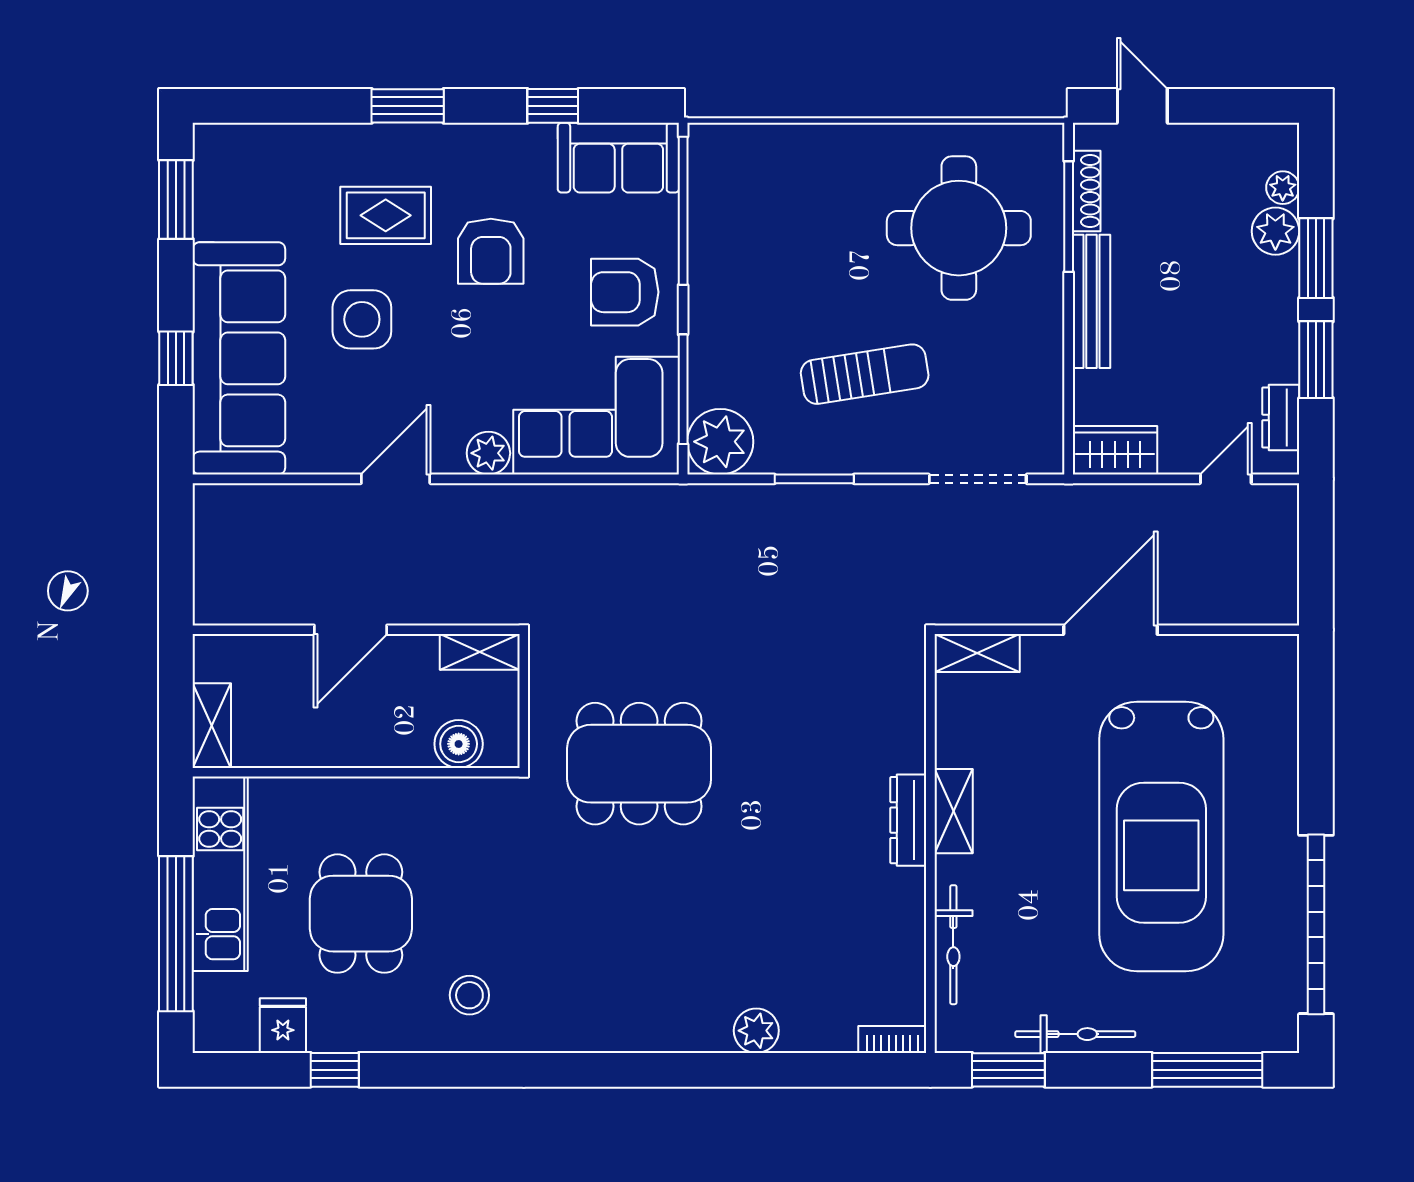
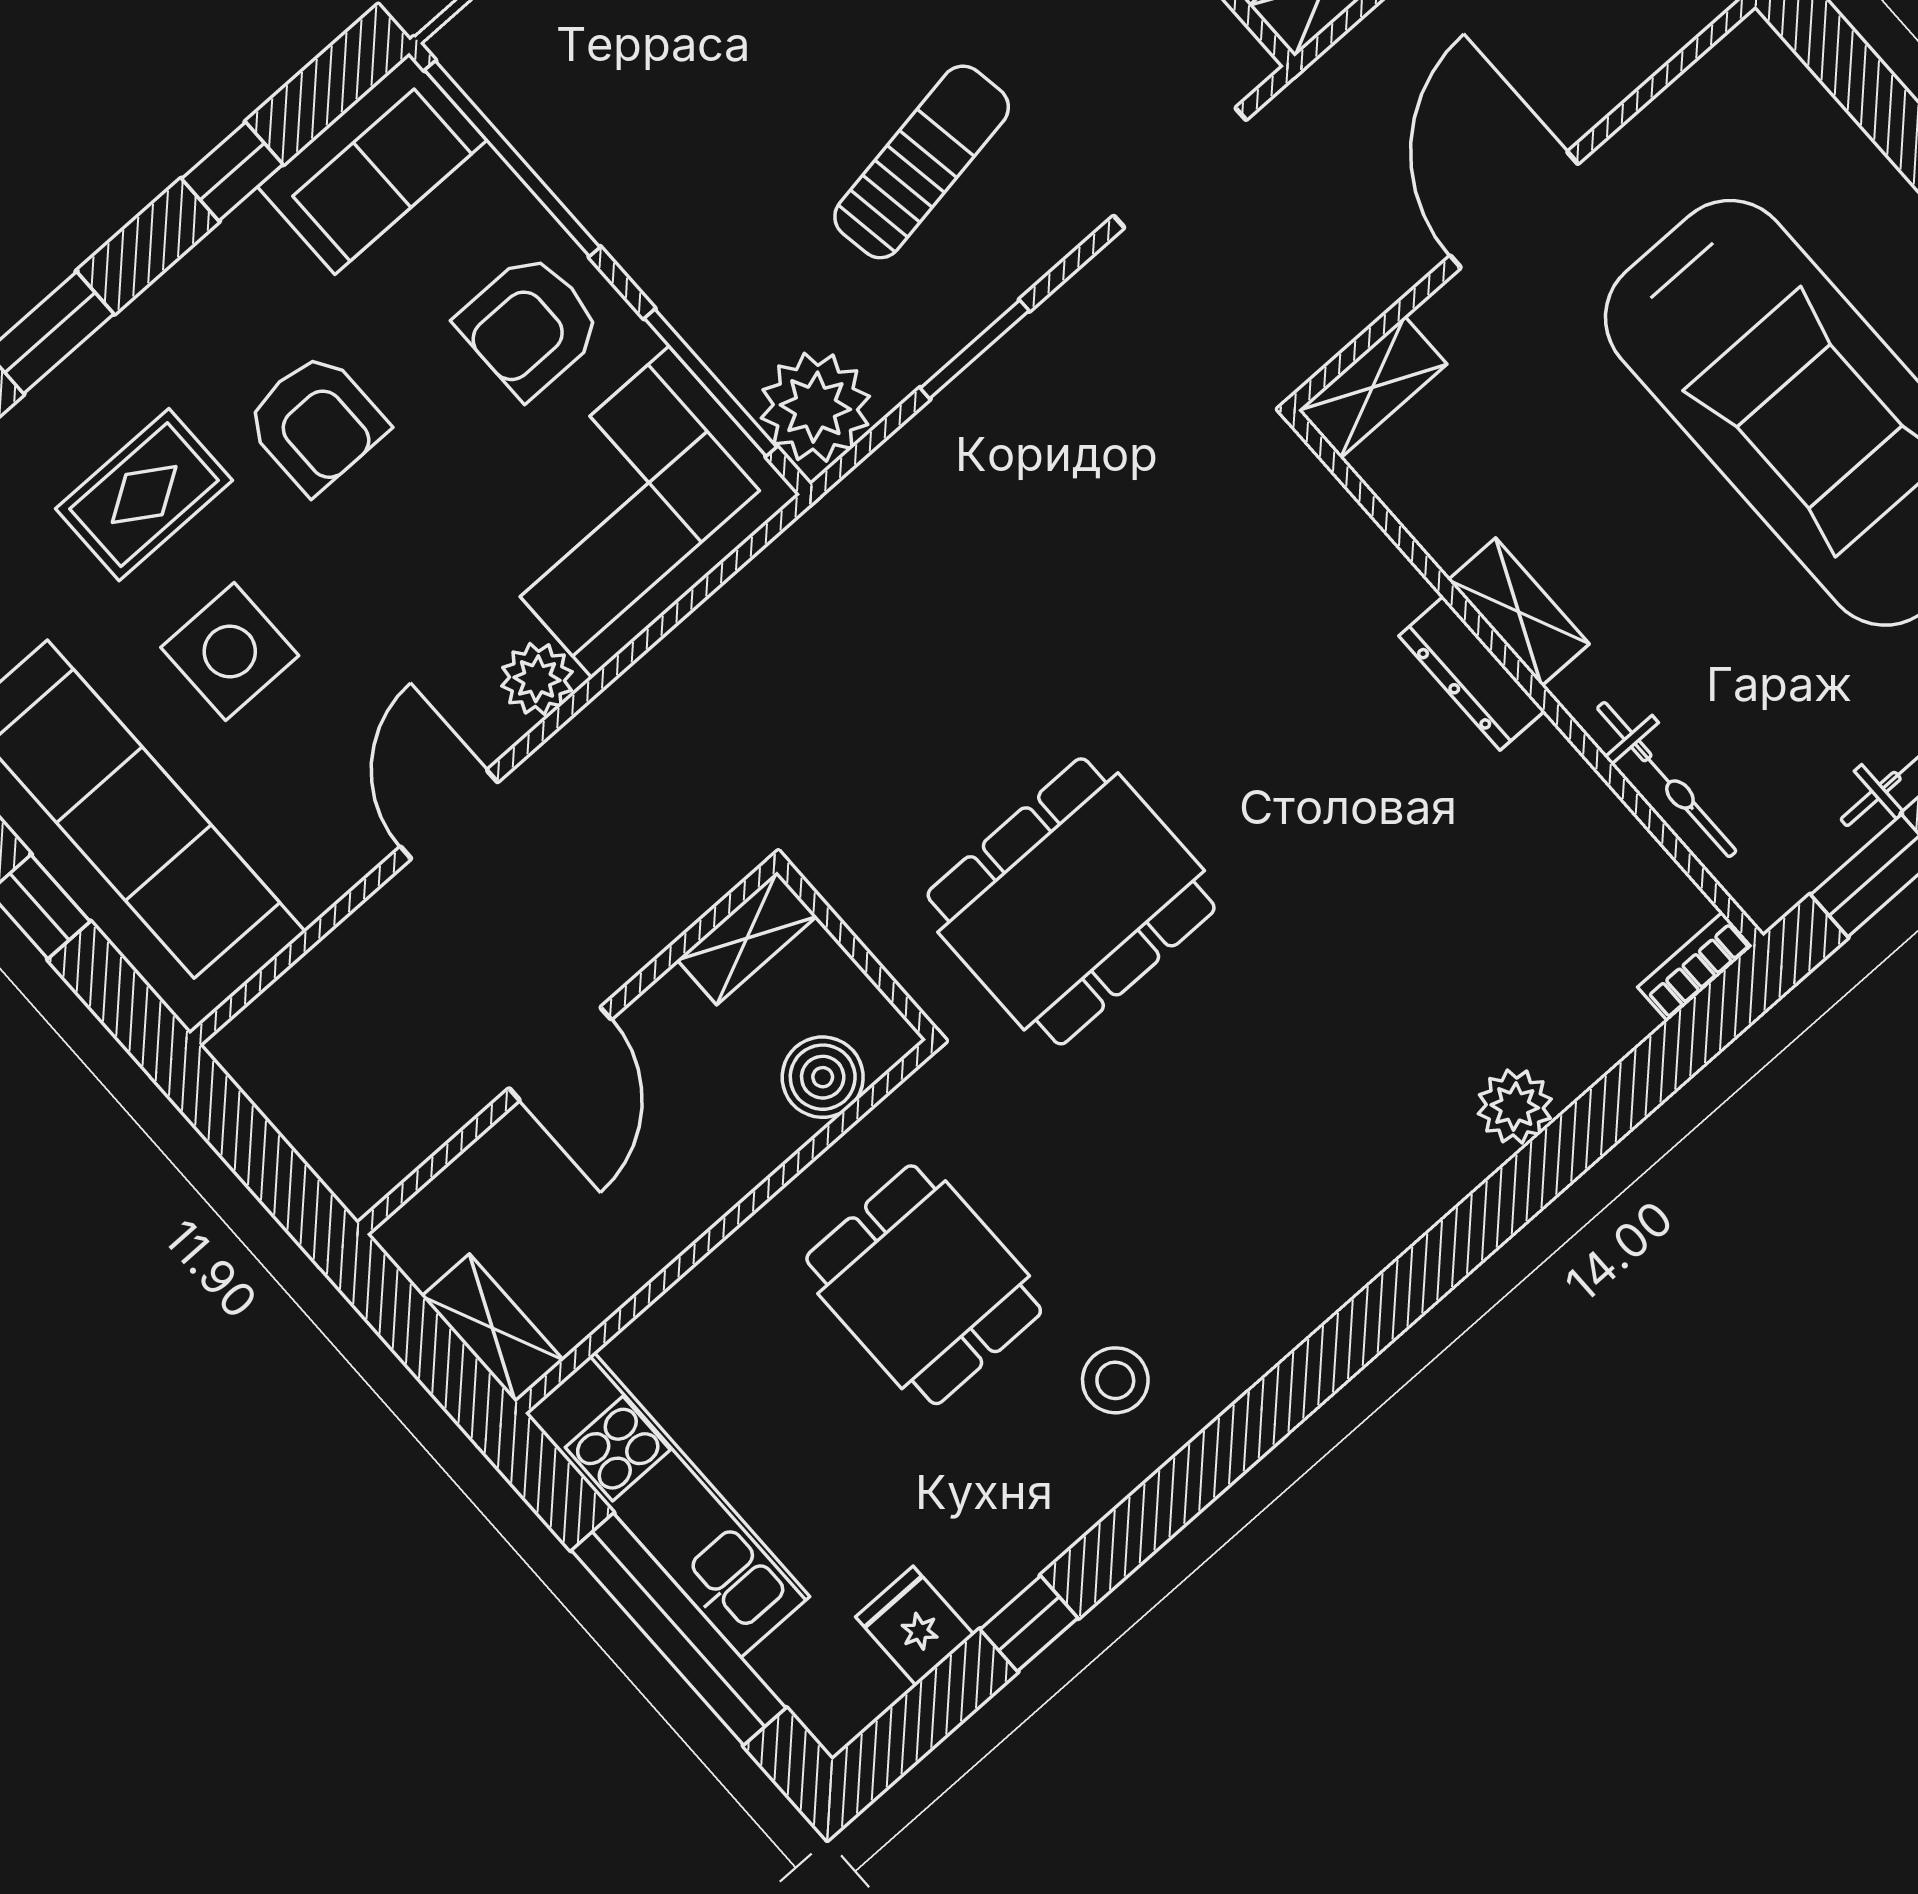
dining table: (361, 914) -> (924, 1285), moved

